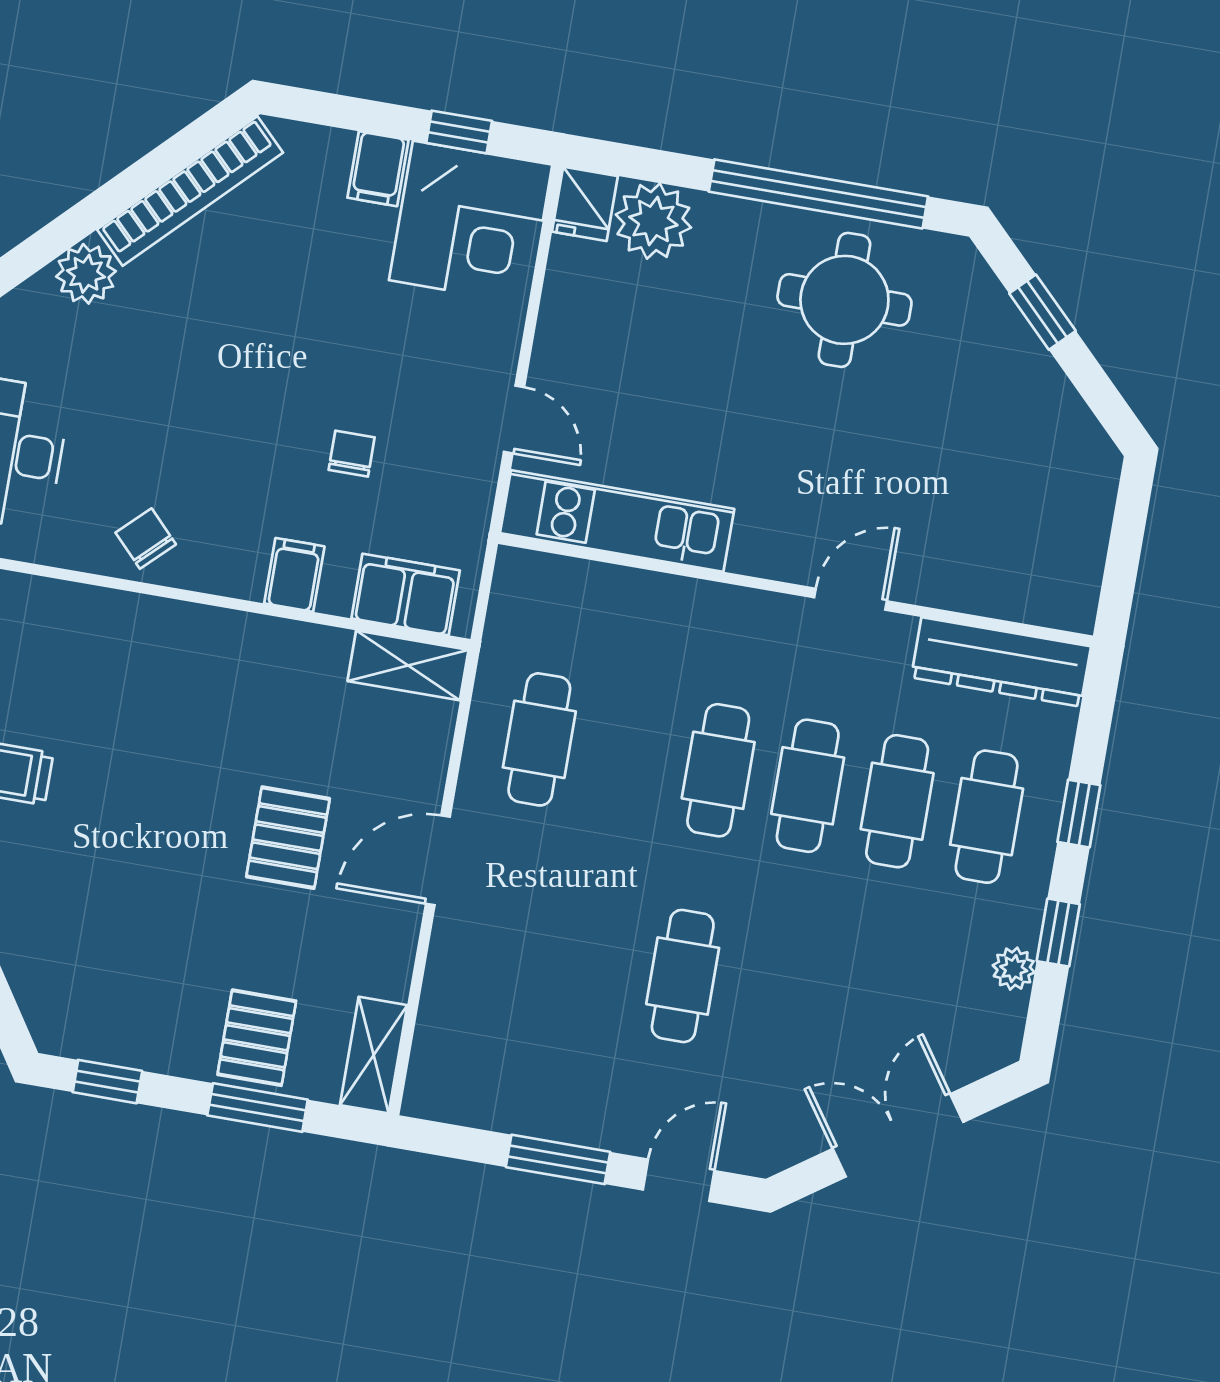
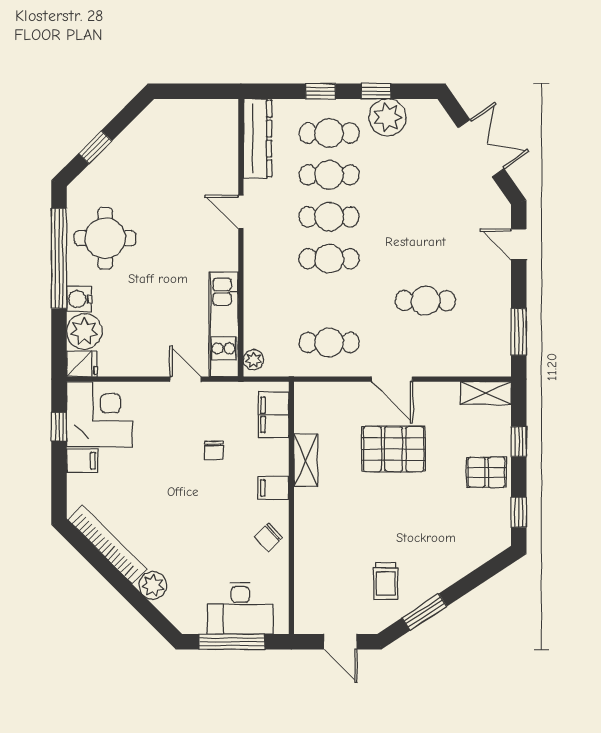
water cooler: (724, 222) -> (79, 299), added
door: (514, 419) -> (186, 379), hinge flipped
chair: (352, 454) -> (214, 450), turned -90
plant: (530, 572) -> (253, 360), added
filing cabinet: (294, 575) -> (273, 488), moved
shelving: (408, 665) -> (306, 460), moved
pallet: (288, 838) -> (394, 449), width x1.50, depth x1.42
plant: (1014, 969) -> (387, 117), width x1.88, depth x1.88
cafe table: (683, 976) -> (425, 301), moved
pallet: (257, 1038) -> (487, 472), moved
window: (258, 1108) -> (519, 442), width x0.67
double door: (898, 1135) -> (481, 148), swing flipped
window: (558, 1159) -> (519, 332), moved

